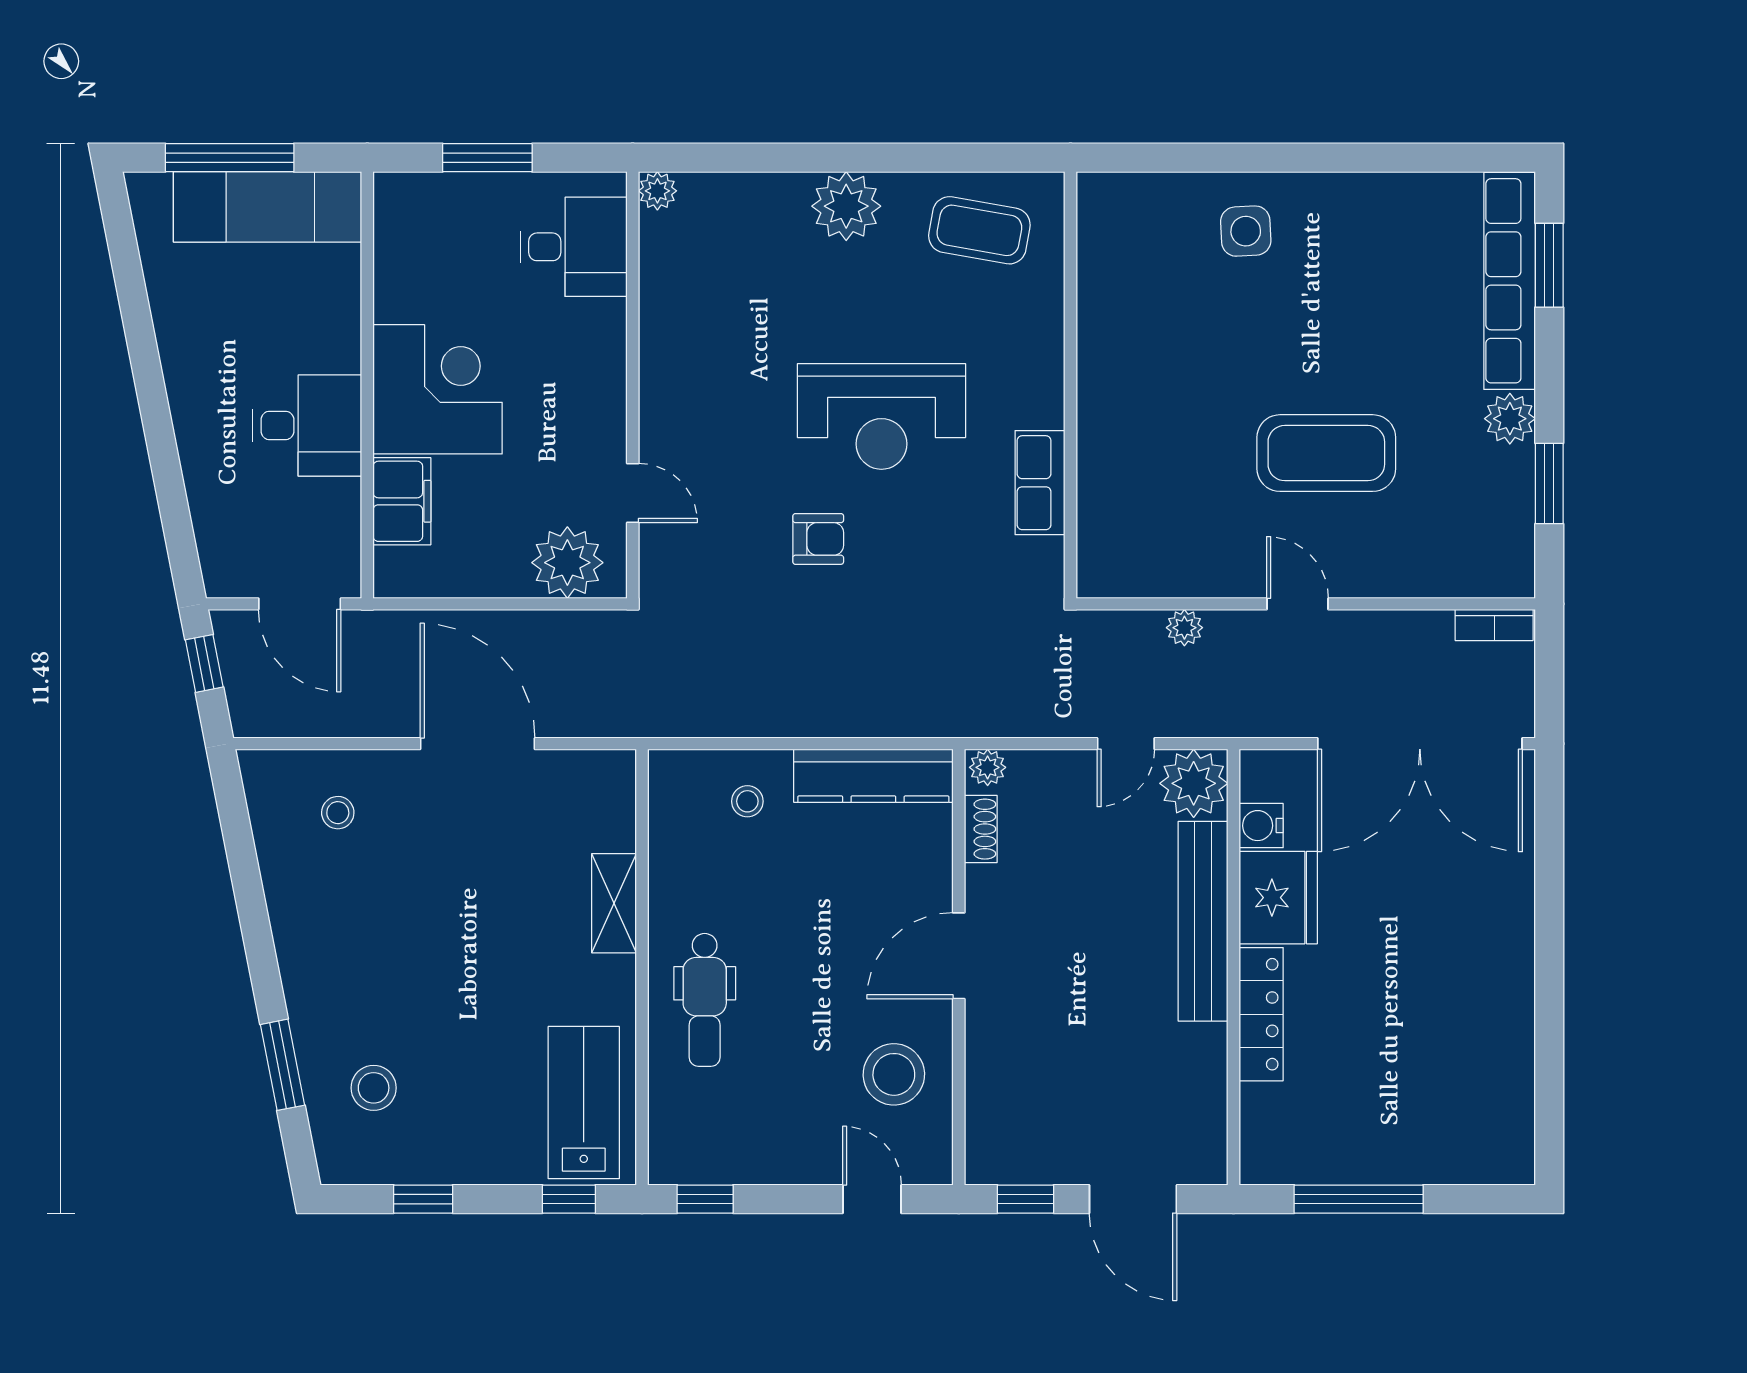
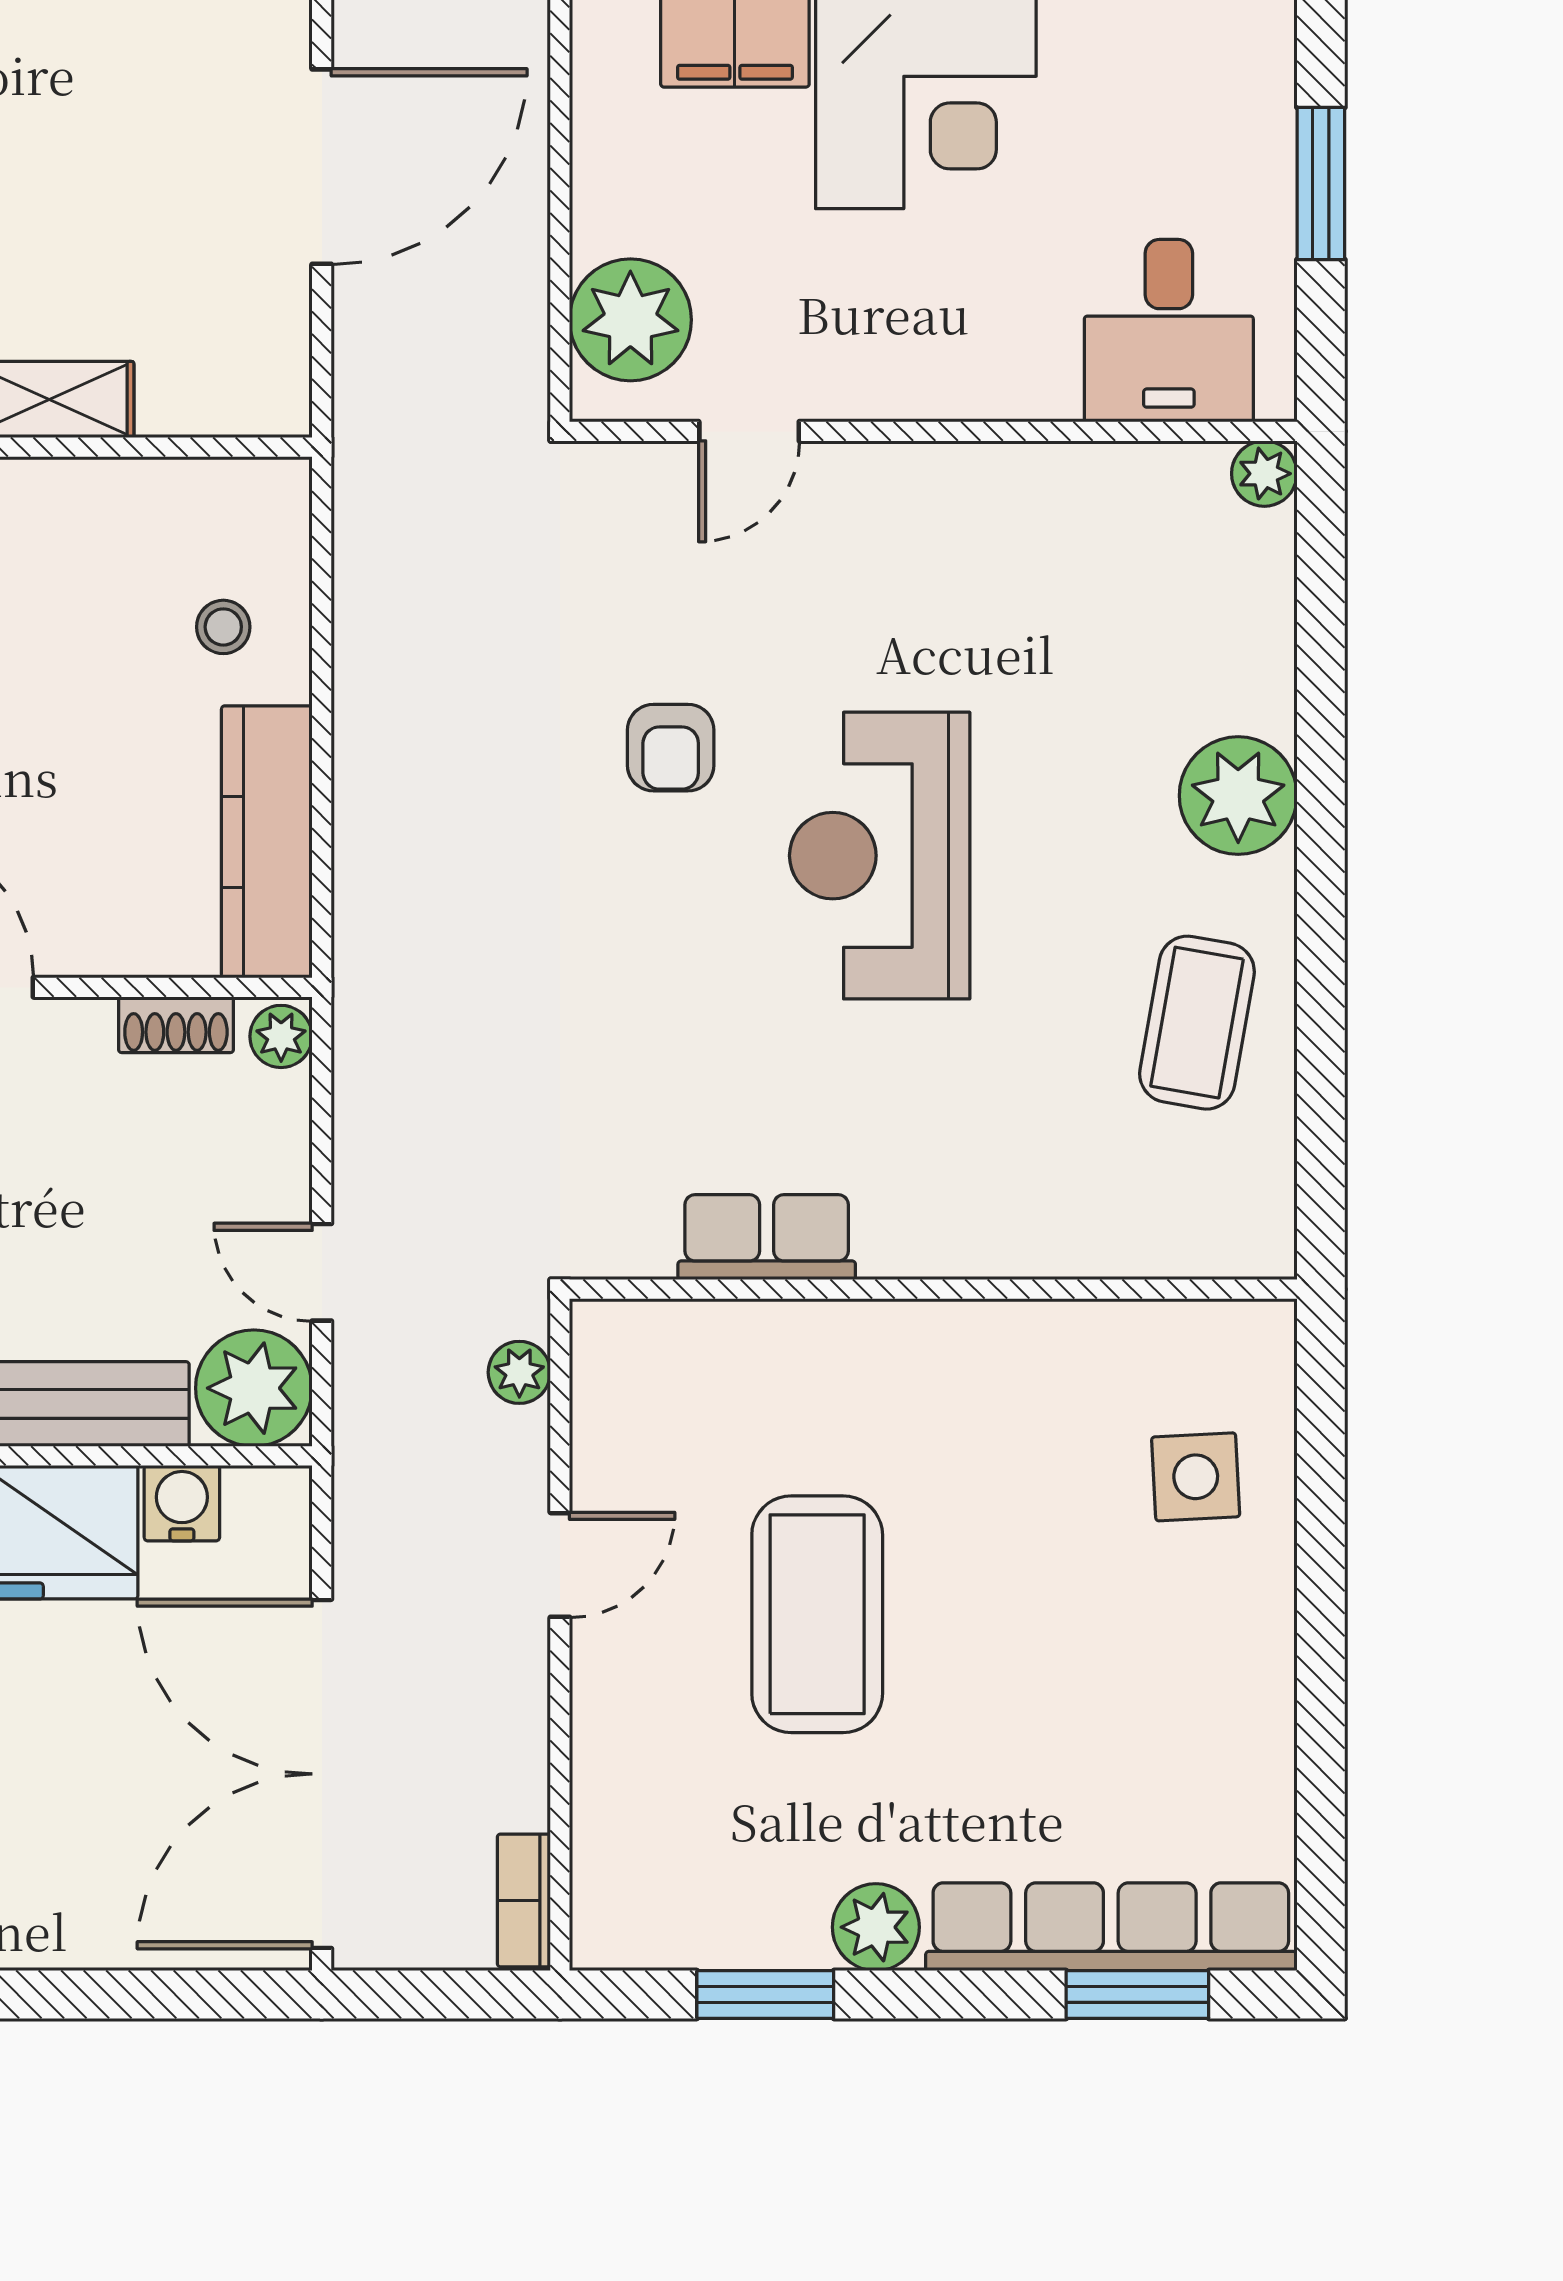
wall: (1070, 385) -> (933, 1289), moved
row of seats: (1040, 483) -> (767, 1237), moved

